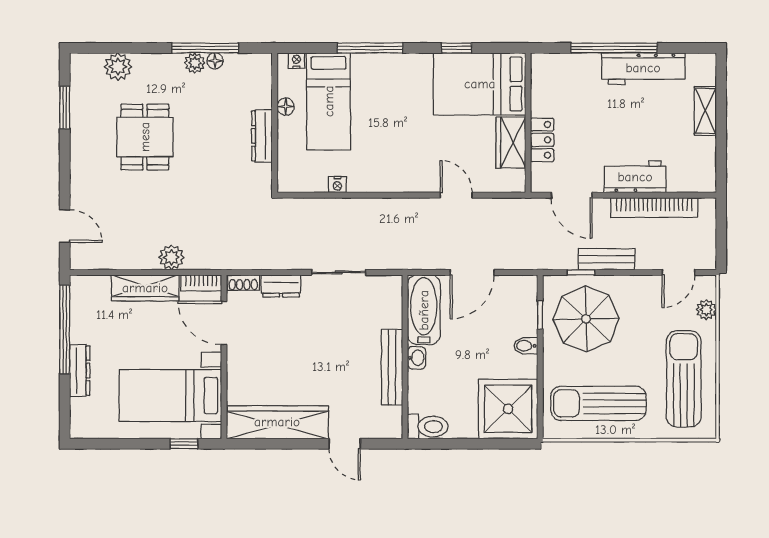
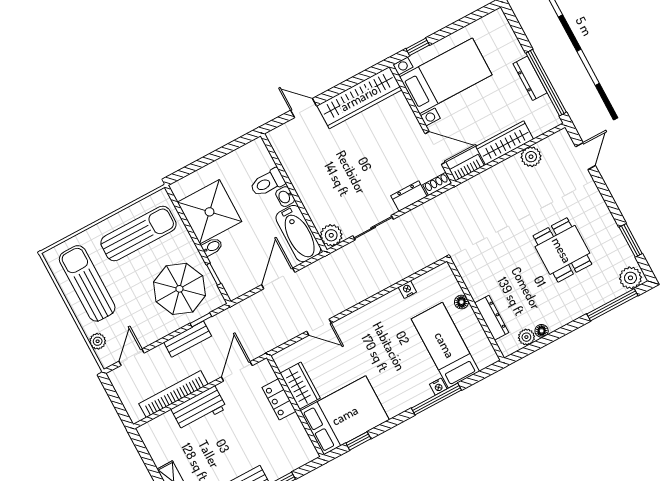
window: (205, 48) -> (612, 305), moved
window: (457, 48) -> (358, 441), moved
nightstand: (296, 61) -> (438, 387), moved
plant: (195, 63) -> (526, 337), moved
plant: (118, 67) -> (630, 278), moved
floor lamp: (286, 107) -> (461, 302), moved
dresser: (262, 136) -> (492, 318), moved
door: (572, 195) -> (237, 371), hinge flipped
door: (65, 226) -> (585, 156), swing flipped
plant: (171, 257) -> (531, 157), moved
plant: (389, 289) -> (331, 235), added
bench: (392, 367) -> (299, 181), removed
dresser: (80, 371) -> (530, 78), moved
sun lounger: (684, 379) -> (87, 283), turned 180
shower: (508, 409) -> (209, 212), moved
toilet: (428, 427) -> (267, 183), moved

